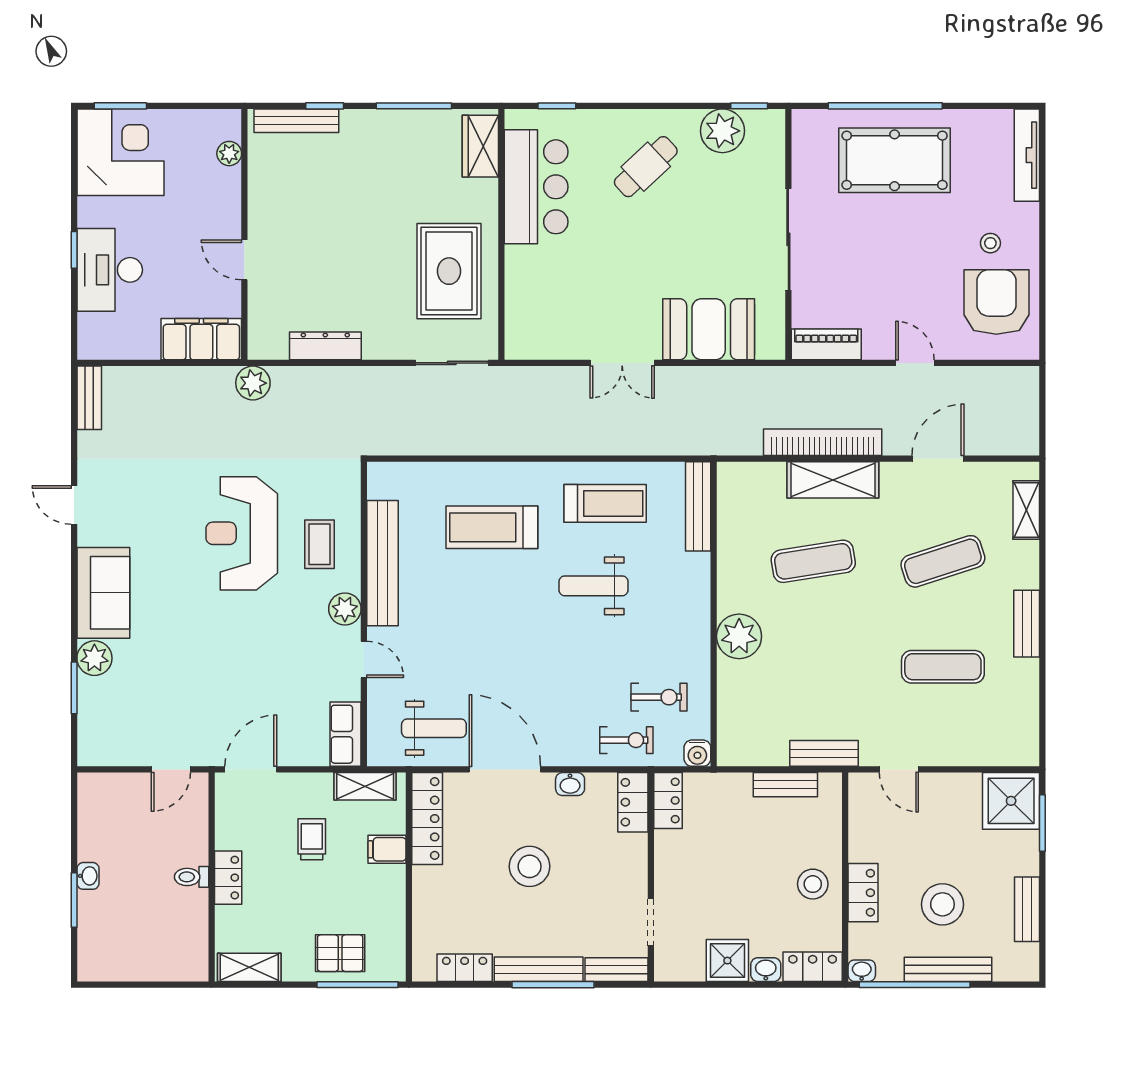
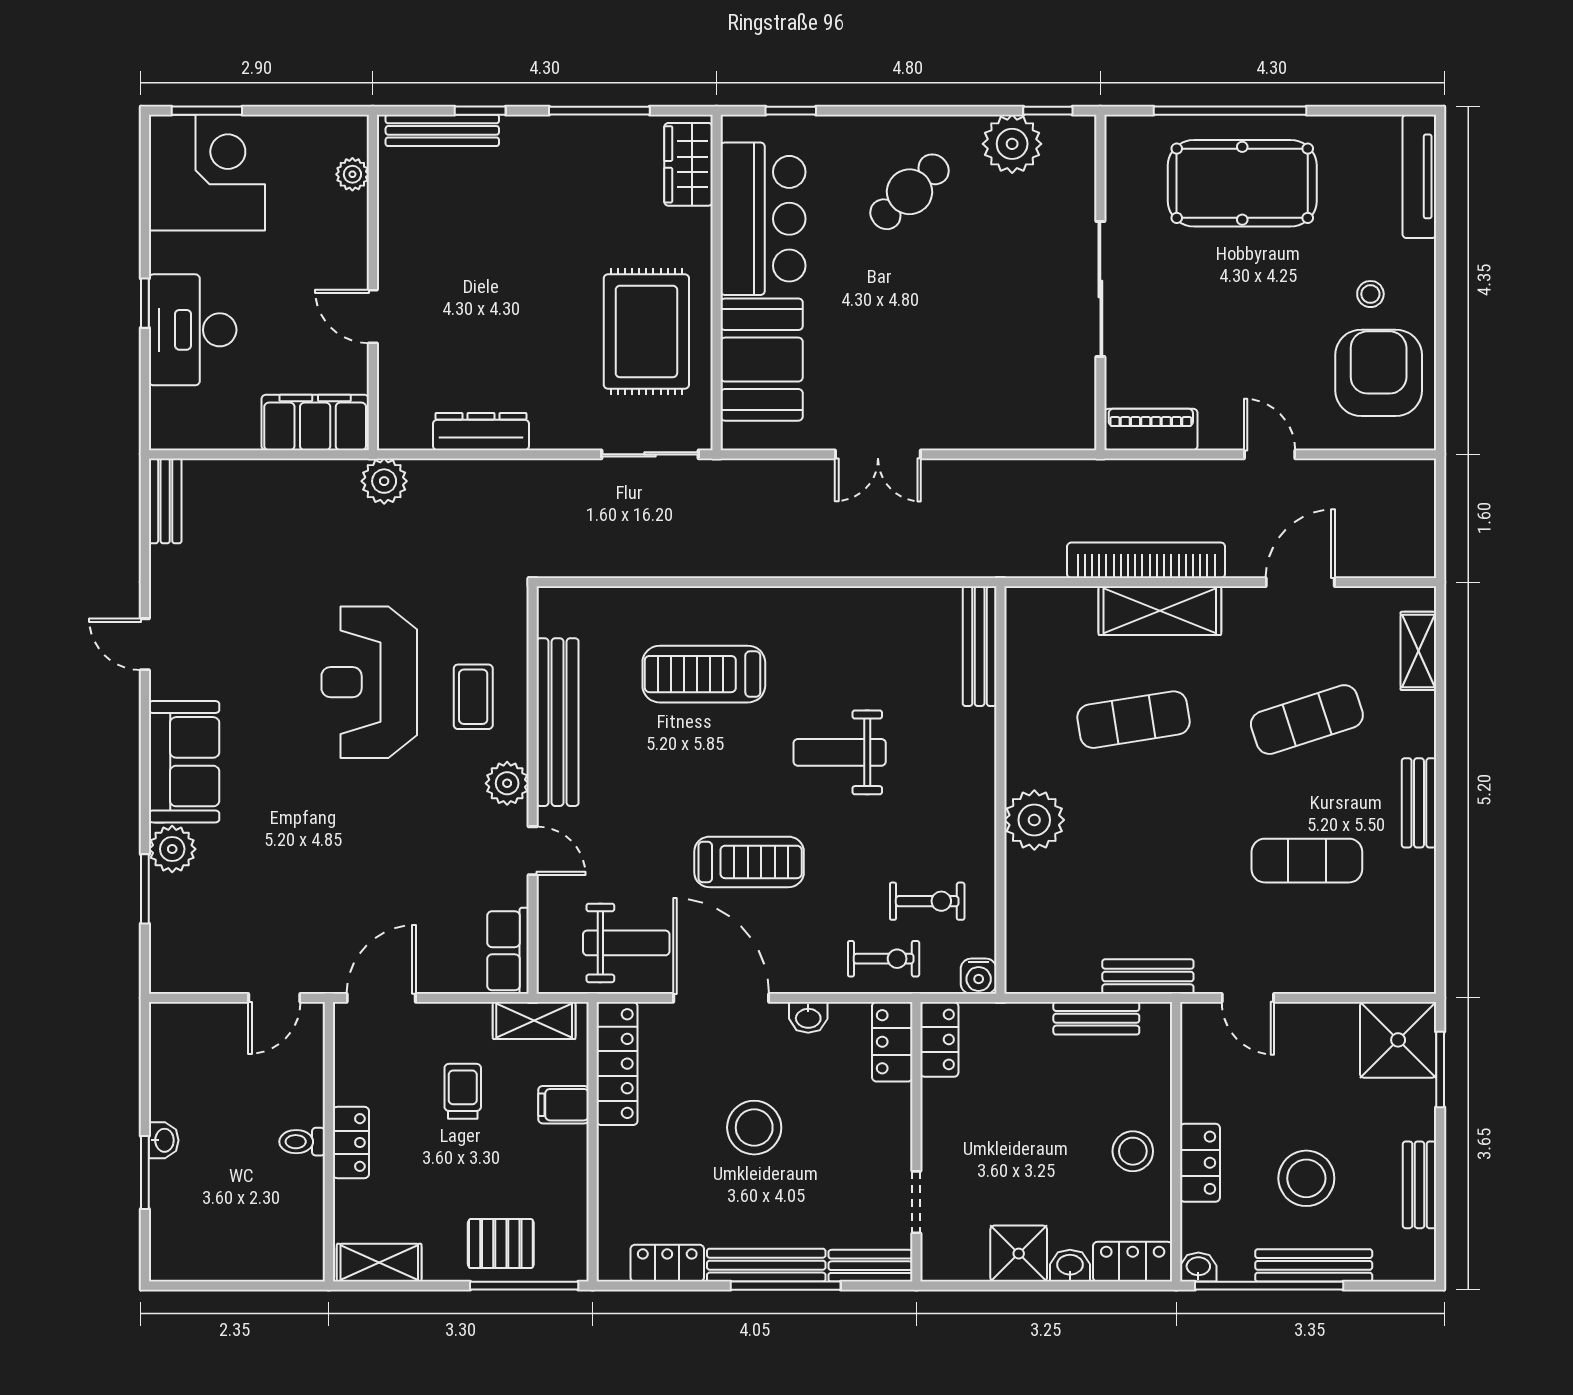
booth: (709, 329) -> (762, 360), moved, turned 90
treadmill: (605, 503) -> (749, 862), moved

